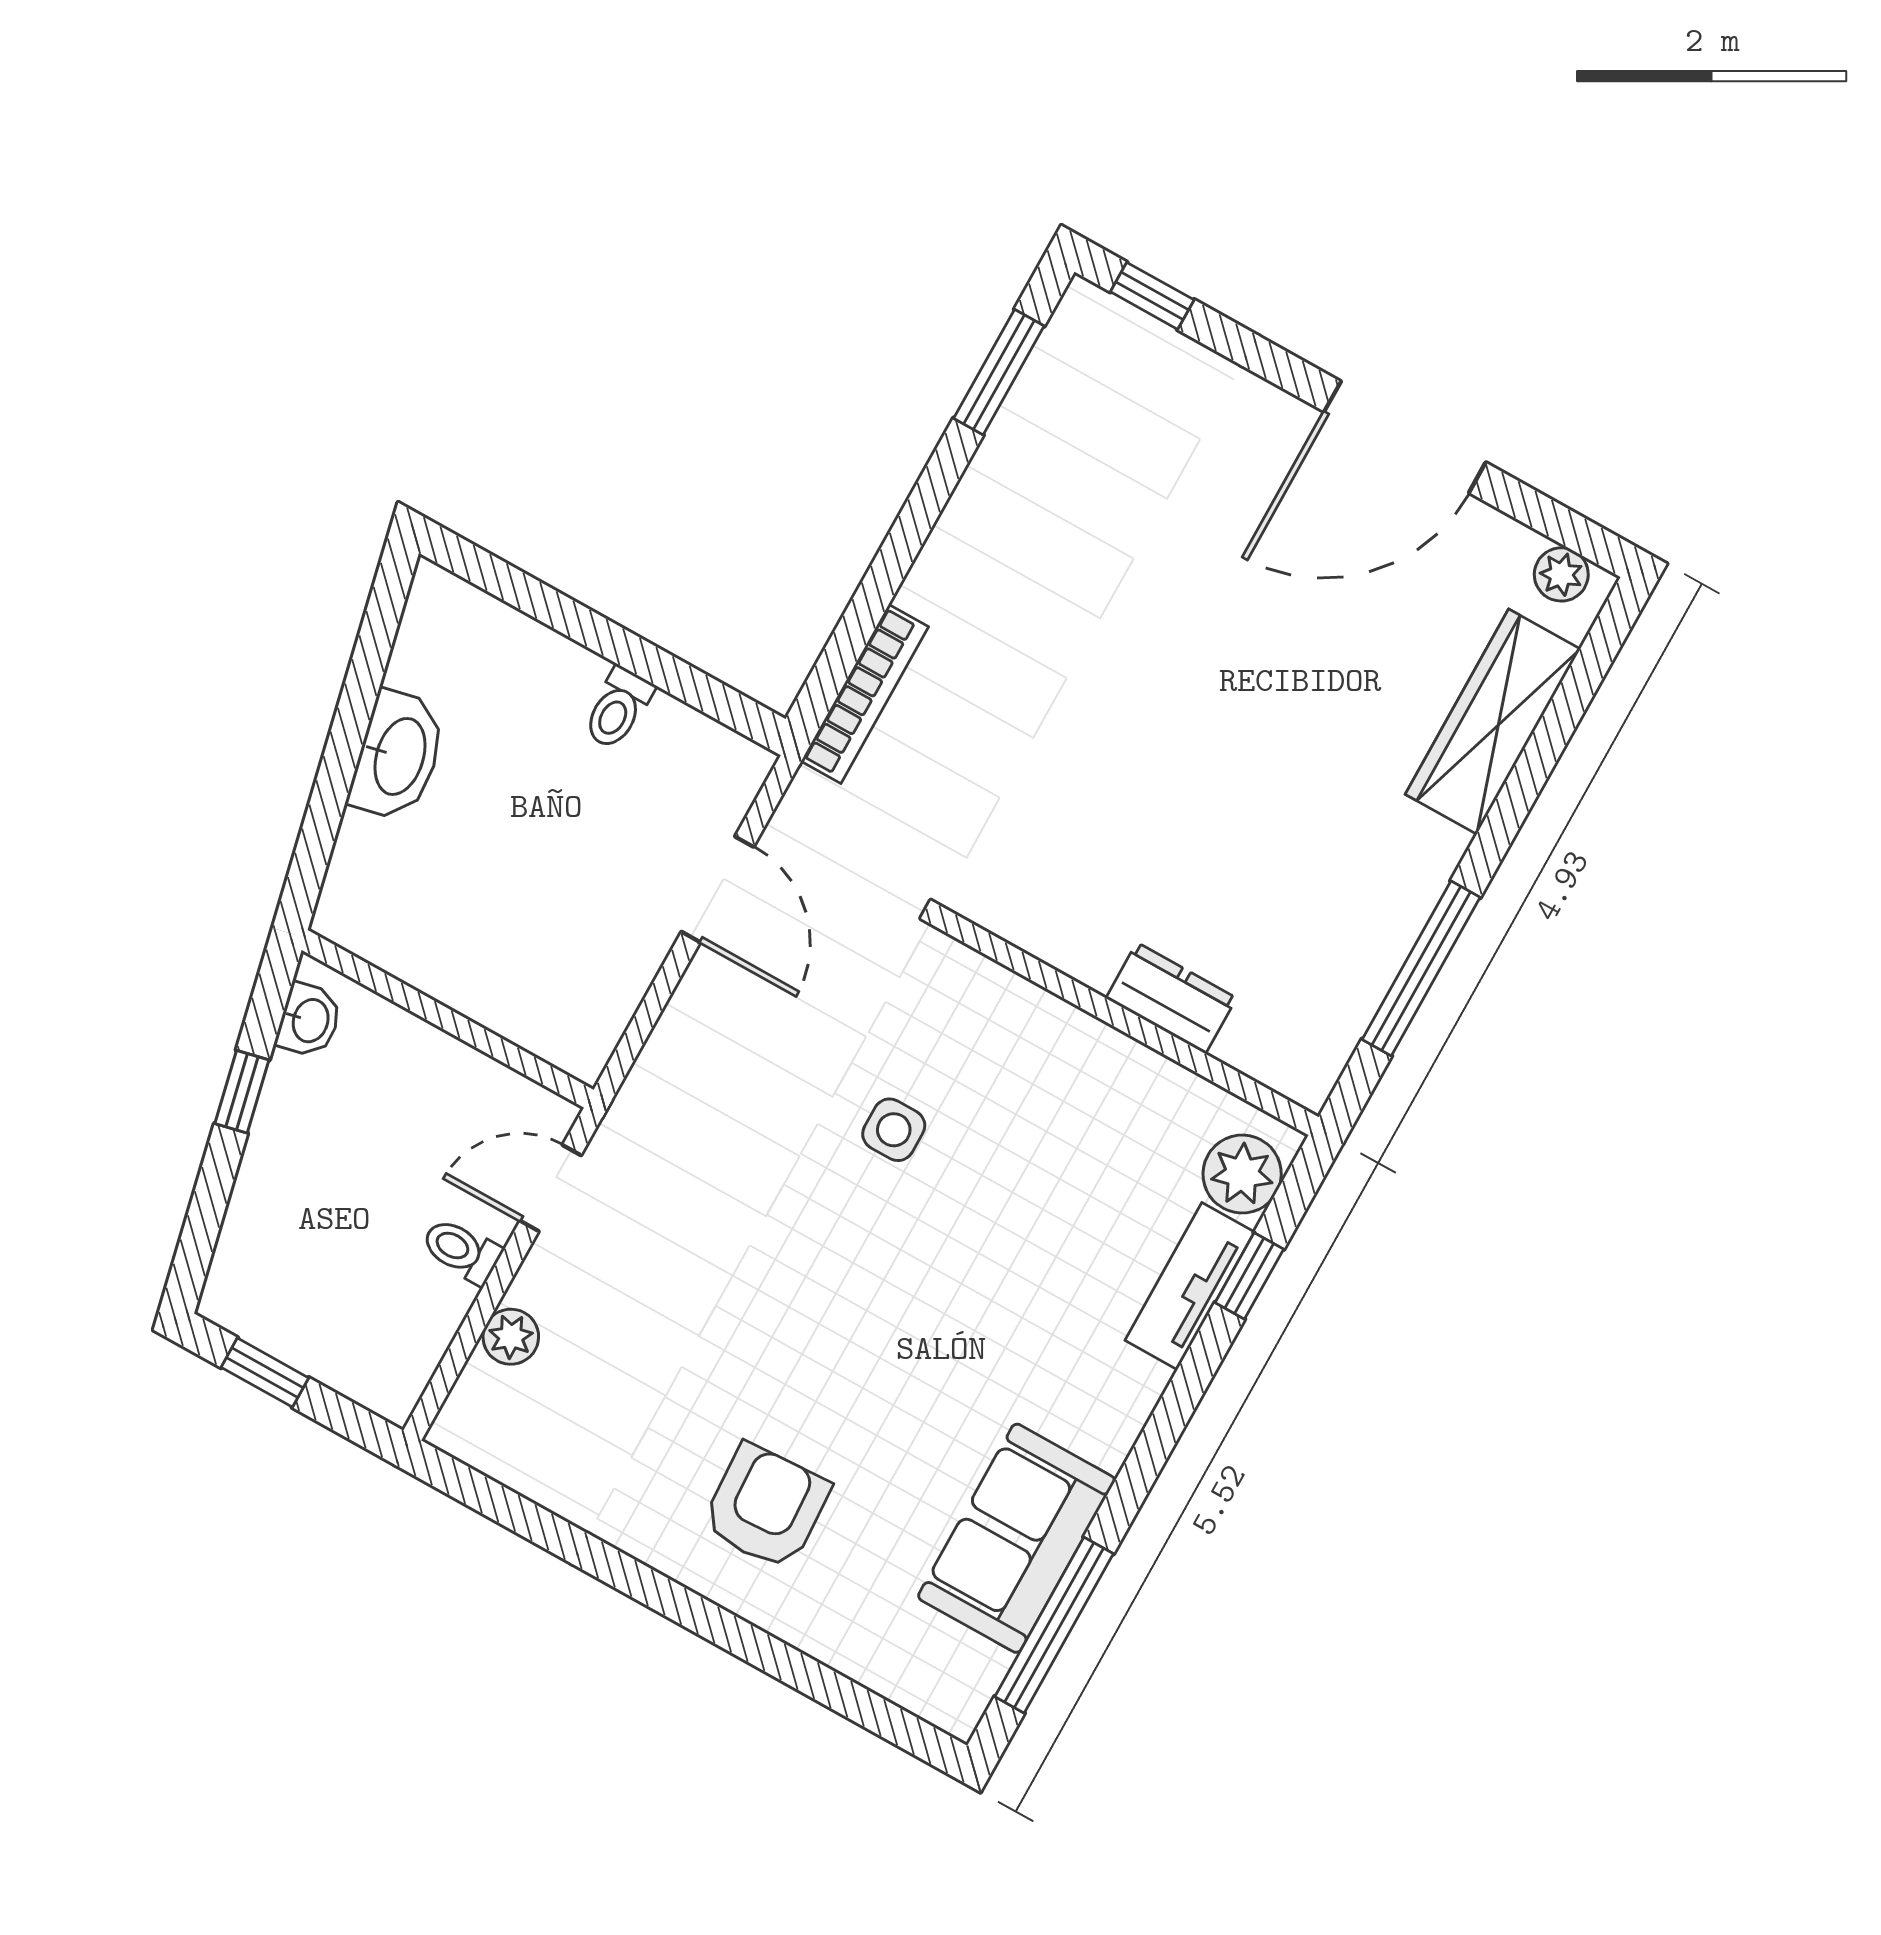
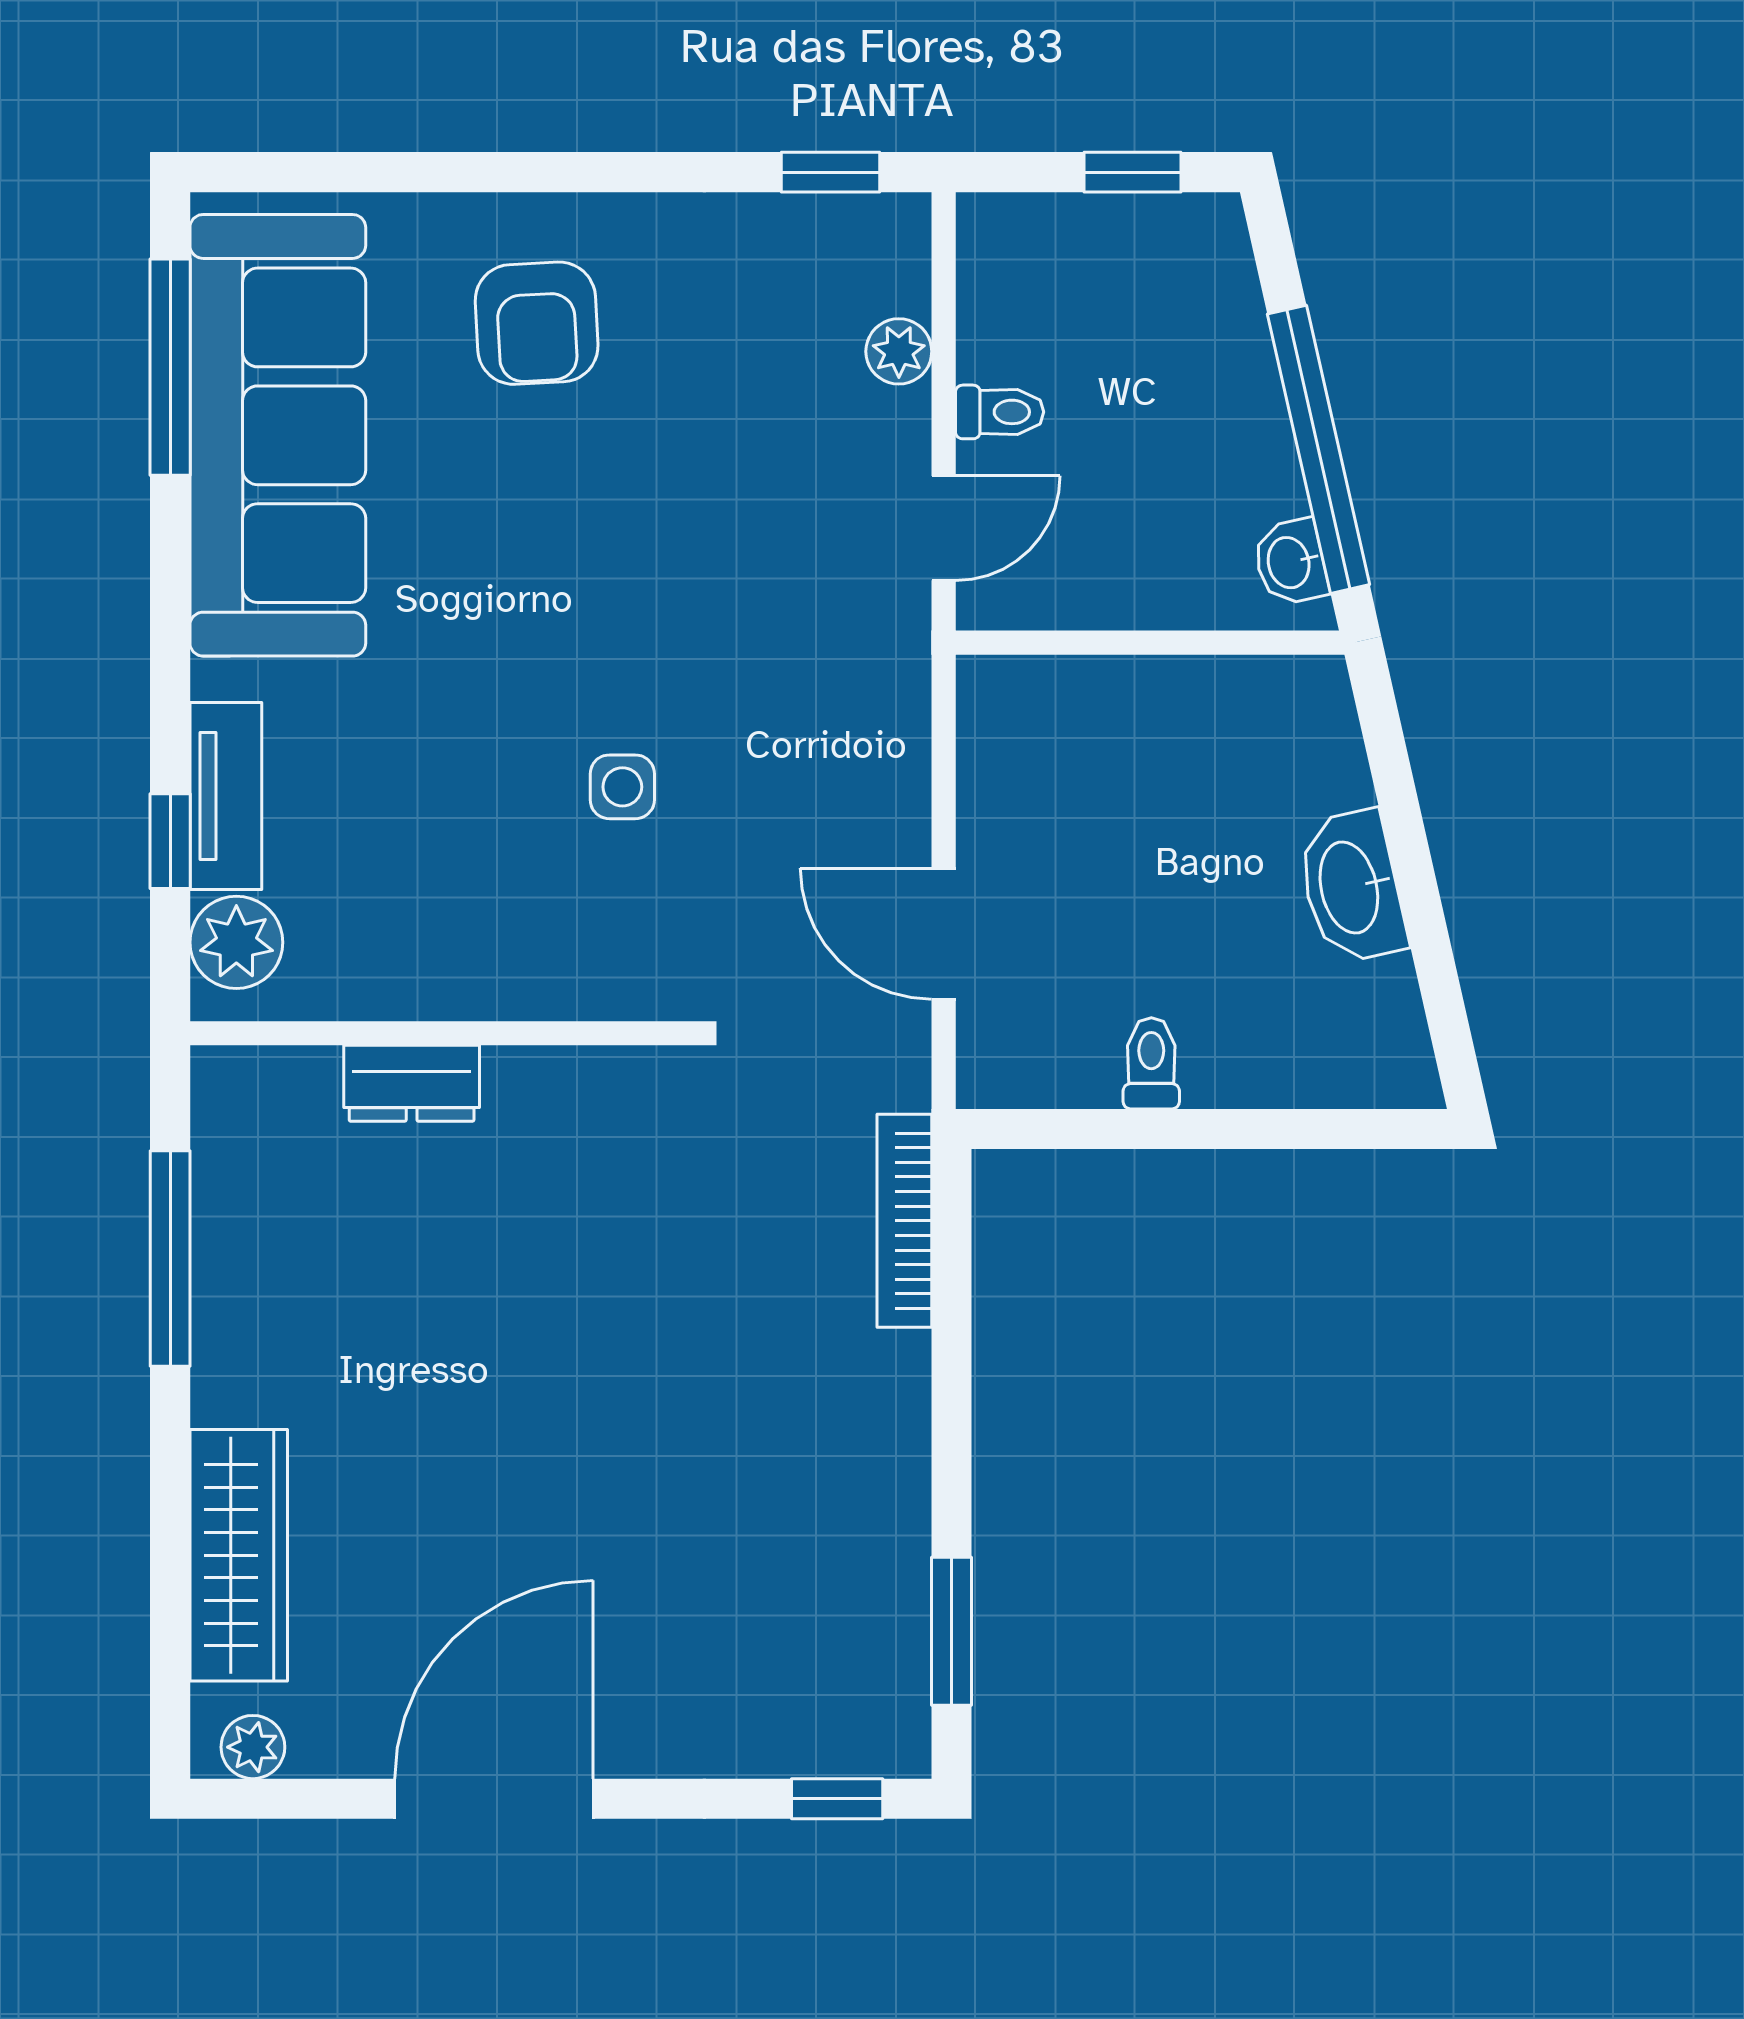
window: (242, 1092) -> (1319, 449), width x3.17
window: (487, 1497) -> (830, 172), added
sofa: (1017, 1538) -> (278, 435), width x1.85, depth x1.27

